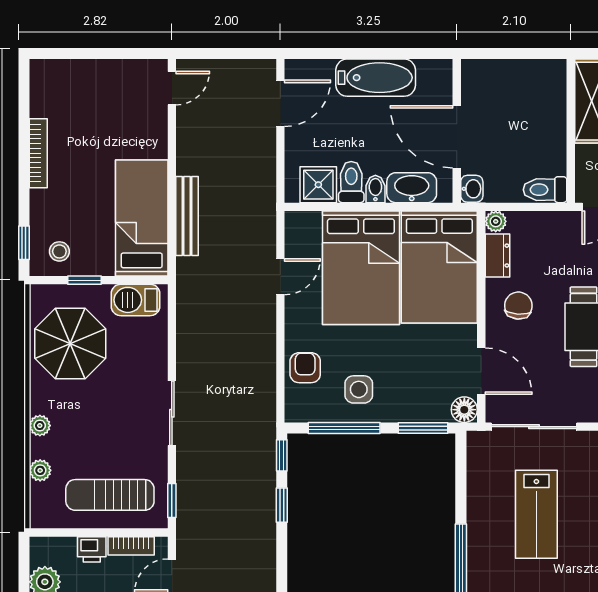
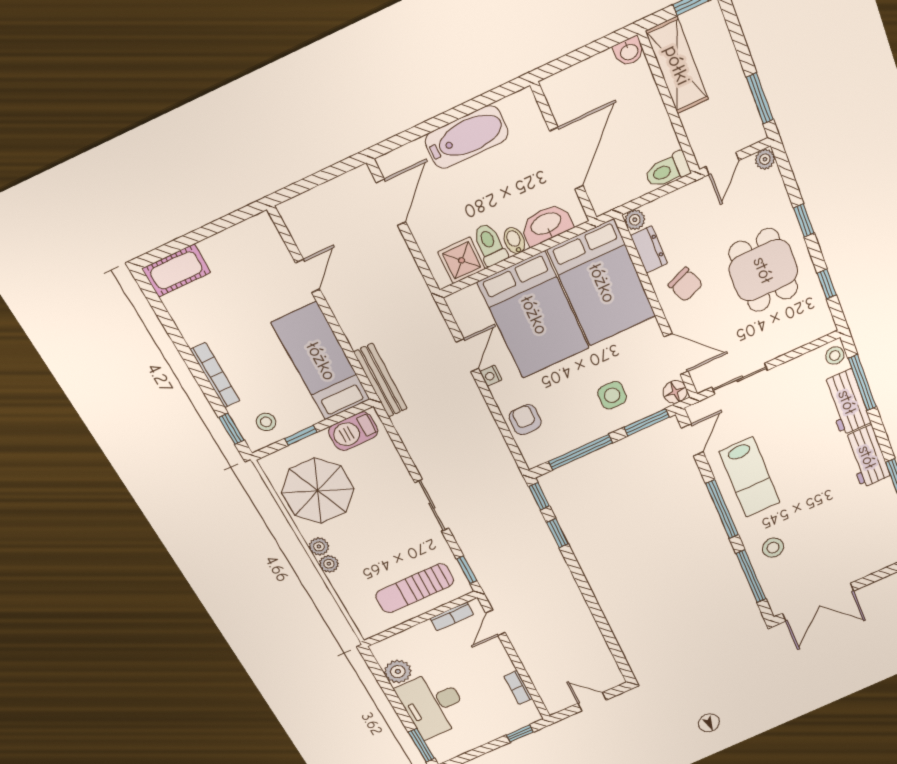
cot: (59, 75) -> (176, 270), added
door: (172, 88) -> (308, 276), moved
door: (457, 137) -> (566, 158), swing flipped
bookcase: (38, 153) -> (215, 375), moved
washbasin: (472, 189) -> (629, 51), moved, turned 90
bench: (187, 216) -> (381, 380), moved
chair: (518, 306) -> (685, 285), turned 153
nightstand: (293, 308) -> (491, 376), added
side table: (359, 389) -> (612, 395), moved
sliding door: (534, 427) -> (740, 379), width x0.73
door: (461, 469) -> (692, 440), added
plant: (40, 470) -> (319, 546), moved
lab bench: (536, 514) -> (750, 477), moved
printer: (92, 549) -> (422, 633), removed

